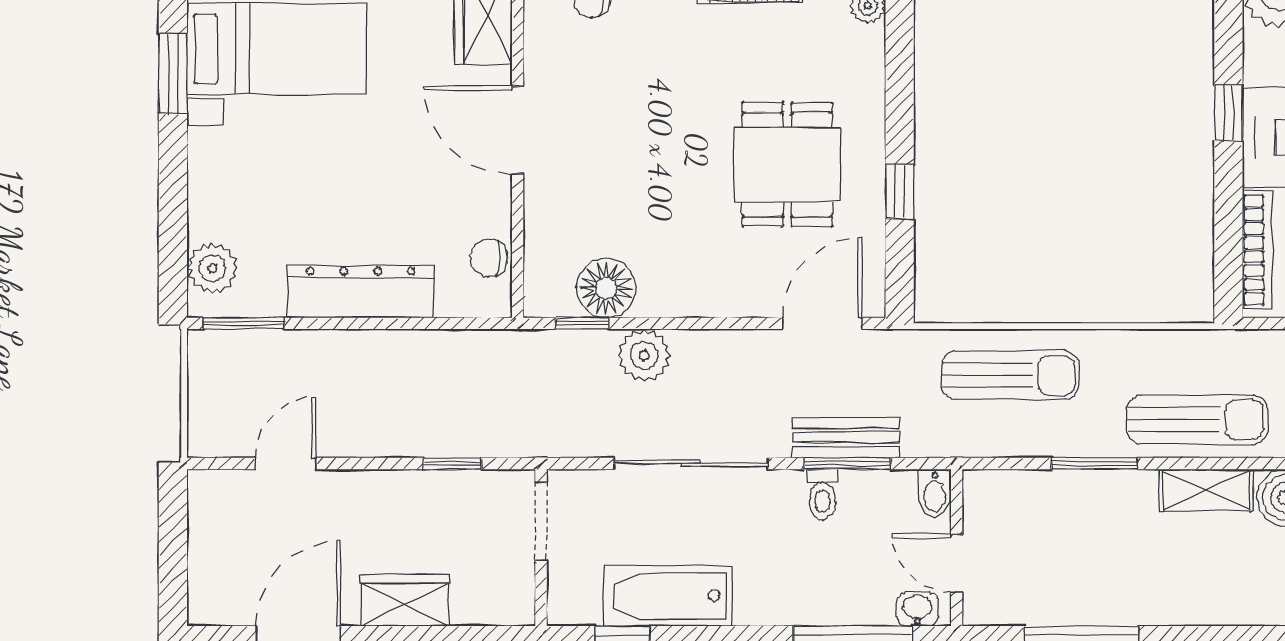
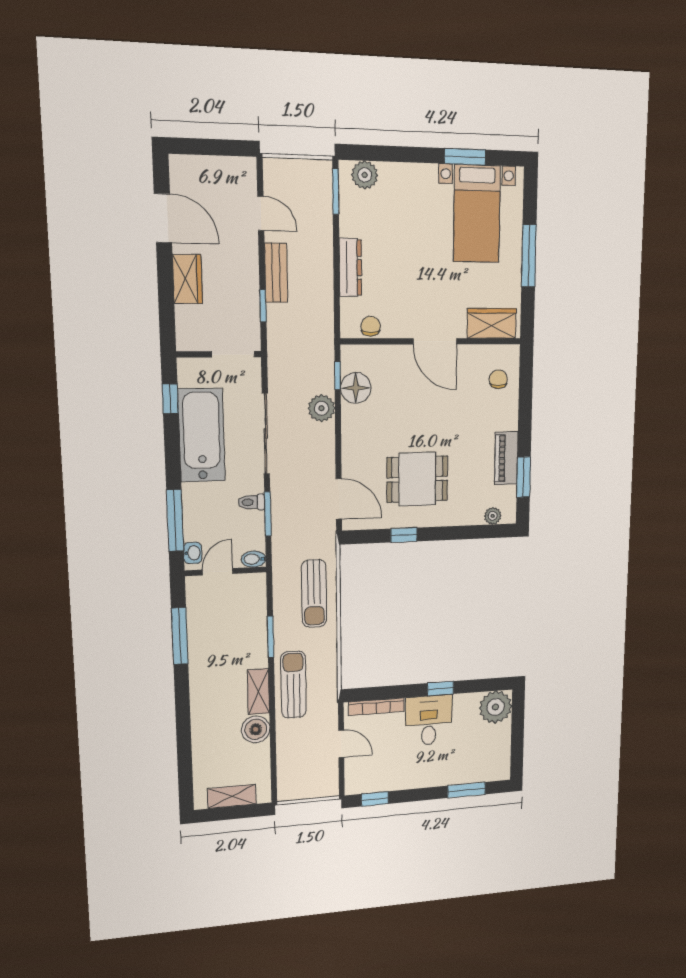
door: (518, 130) -> (435, 341), swing flipped
dresser: (361, 292) -> (350, 268), width x0.73, depth x0.80
sun lounger: (1197, 420) -> (293, 685), turned 180
bench: (846, 437) -> (276, 273), moved
bathtub: (668, 596) -> (202, 435), width x1.36, depth x1.36

